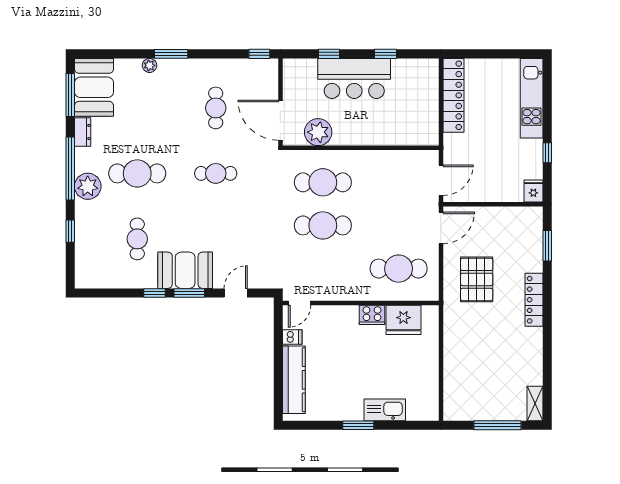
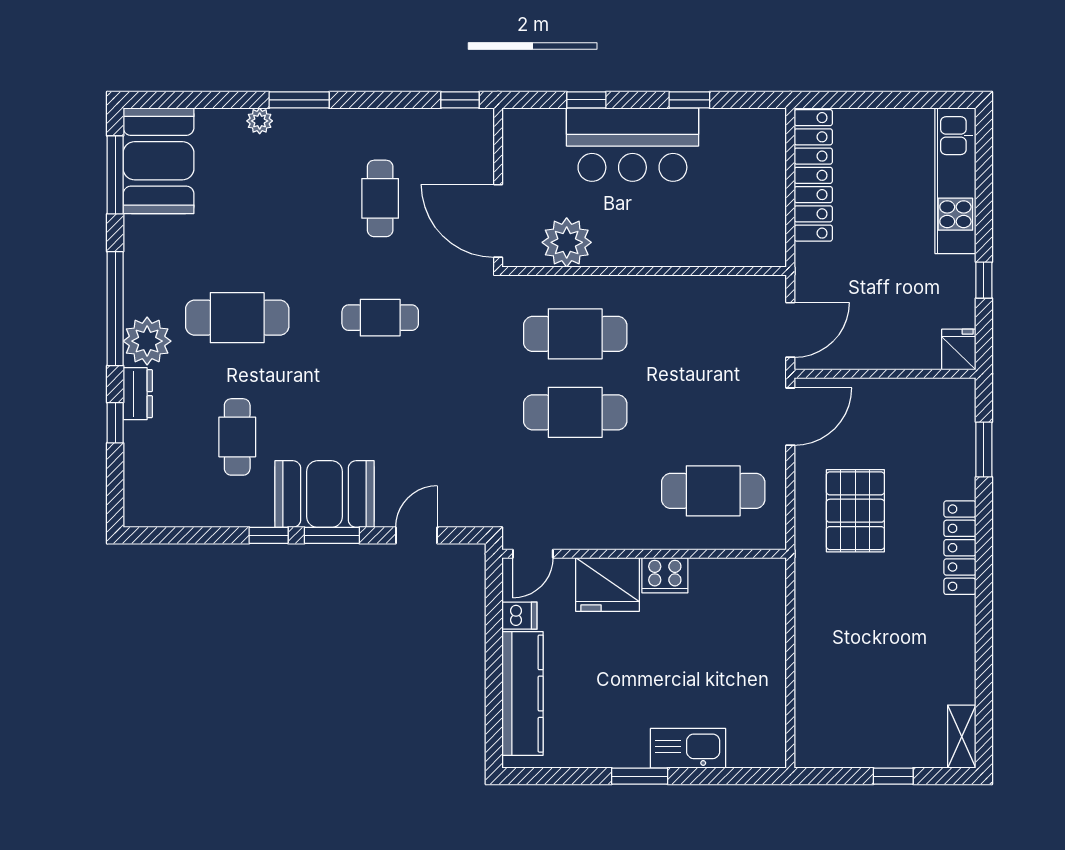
dresser: (83, 132) -> (138, 394), moved
fridge: (403, 320) -> (608, 584), moved
window: (497, 425) -> (893, 776), width x0.46

